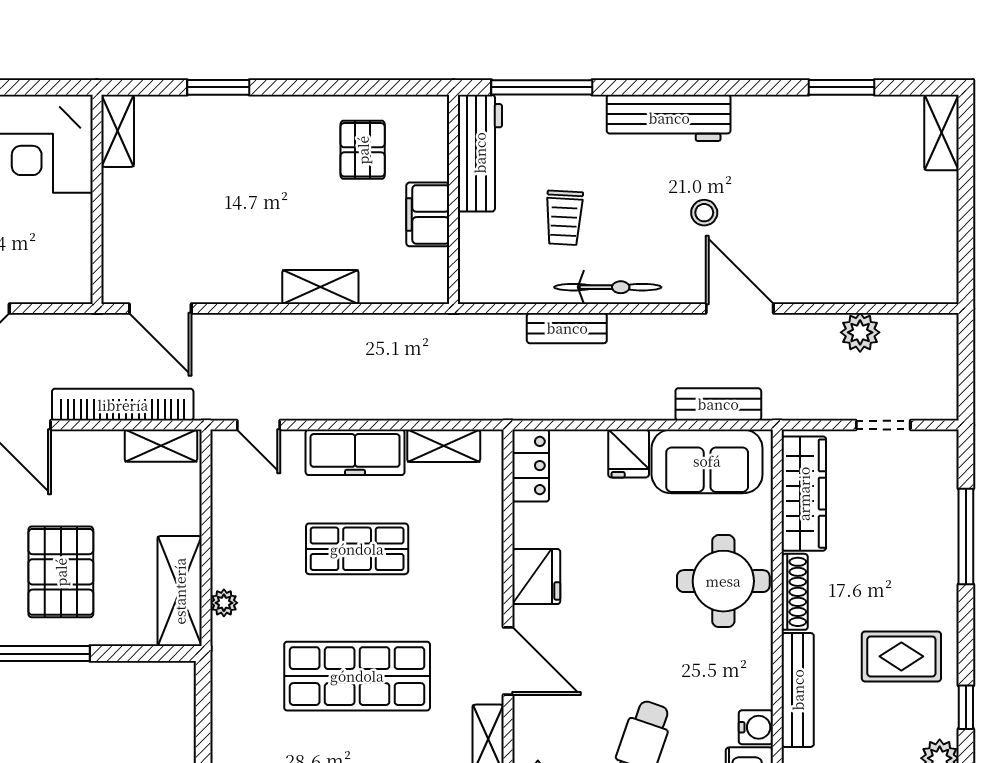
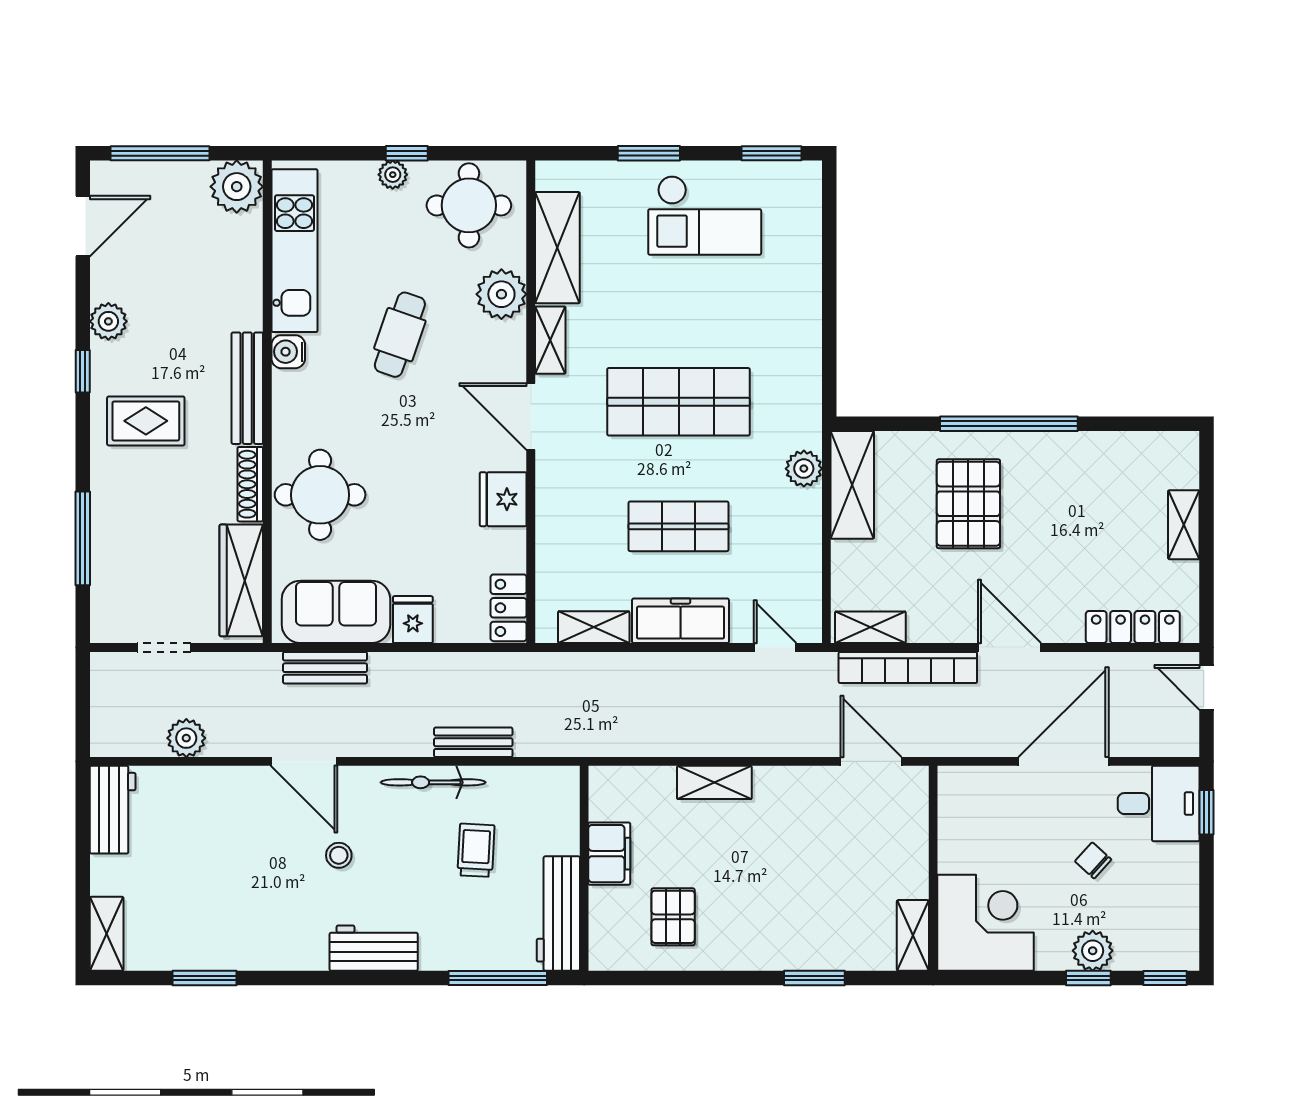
workbench: (669, 118) -> (374, 948), width x0.73
workbench: (935, 259) -> (113, 810), added
plant: (224, 603) -> (804, 469), width x1.38, depth x1.38

